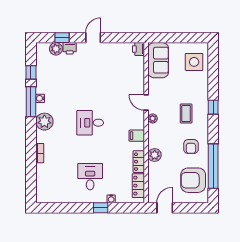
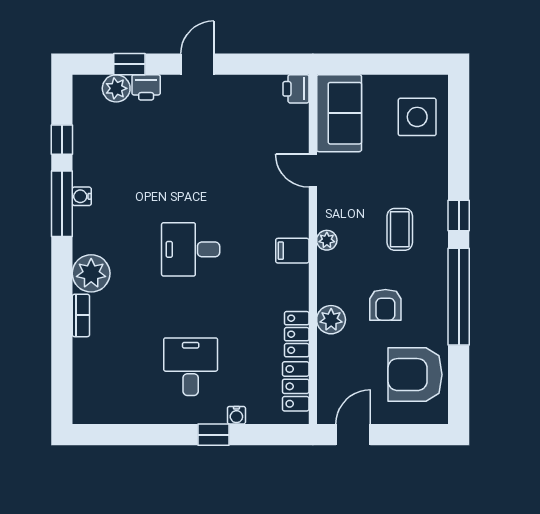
door: (146, 103) -> (313, 171), moved
plant: (44, 122) -> (91, 273), moved
filing cabinet: (137, 136) -> (292, 251), moved
armchair: (191, 147) -> (385, 305), moved
window: (213, 166) -> (459, 297), moved

